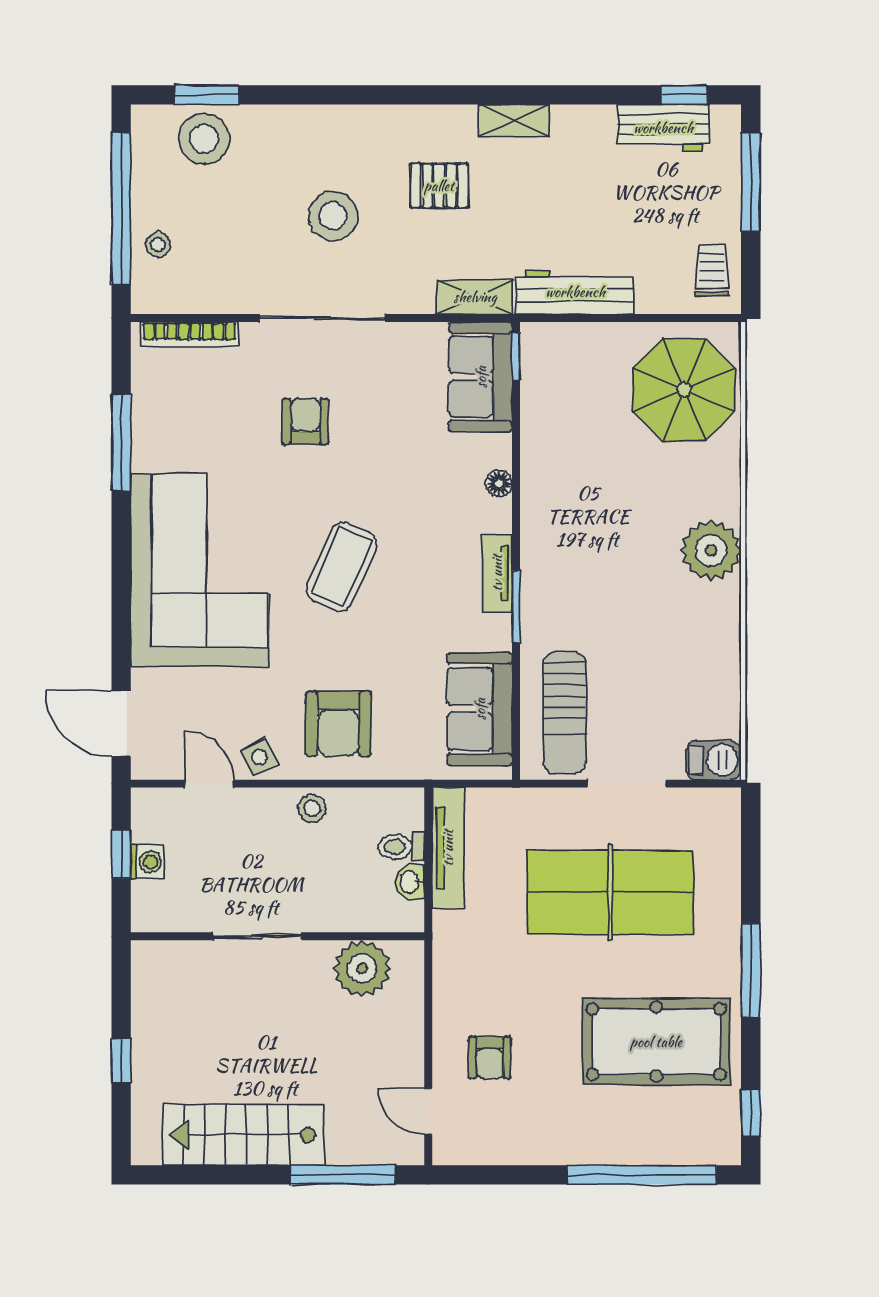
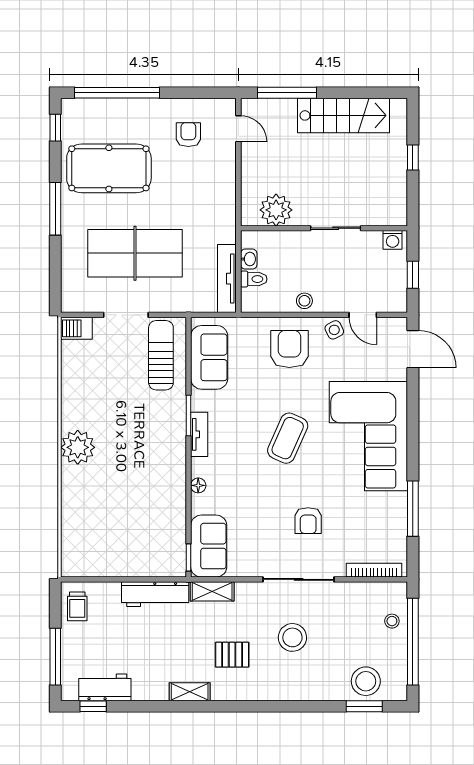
parasol: (684, 390) -> (93, 539), removed
washing machine: (147, 862) -> (393, 240), moved, turned -90
armchair: (490, 1058) -> (188, 135), moved

